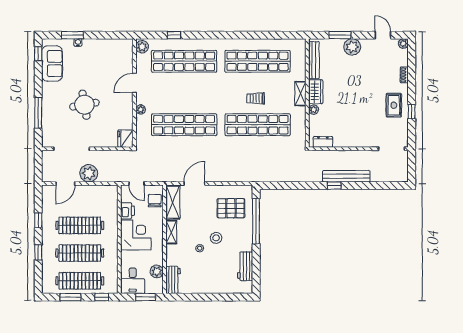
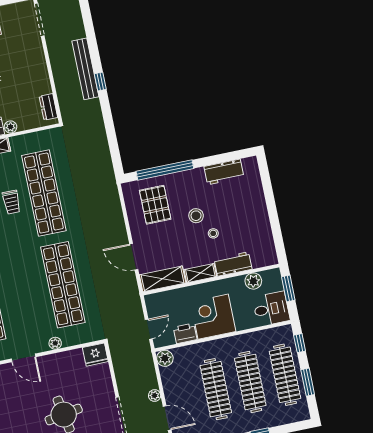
plant: (89, 173) -> (155, 396), width x0.53, depth x0.53
plant: (112, 191) -> (165, 358), added
chair: (155, 201) -> (165, 302), removed
workbench: (173, 280) -> (233, 264), moved

